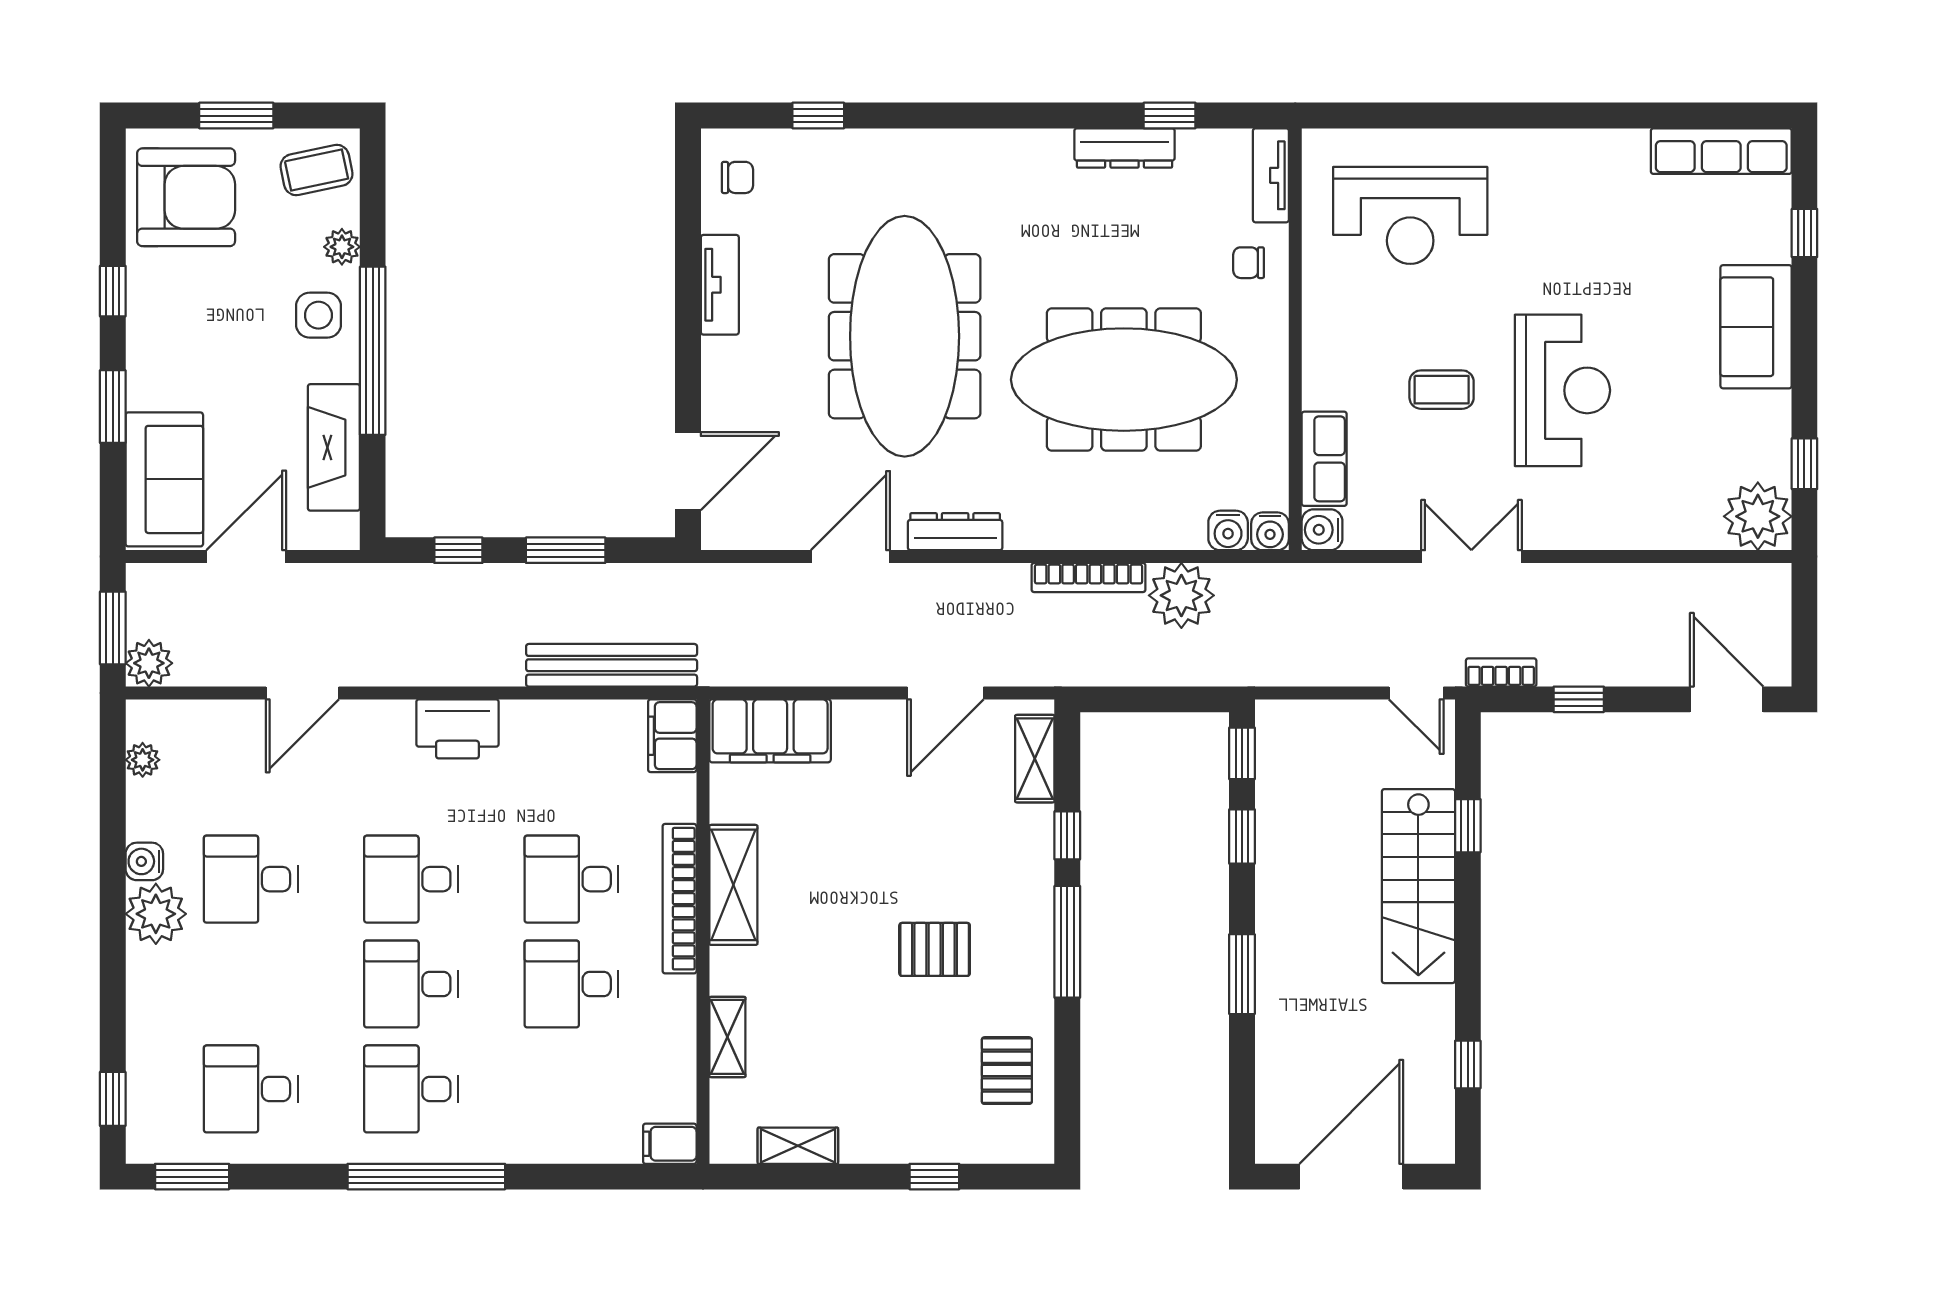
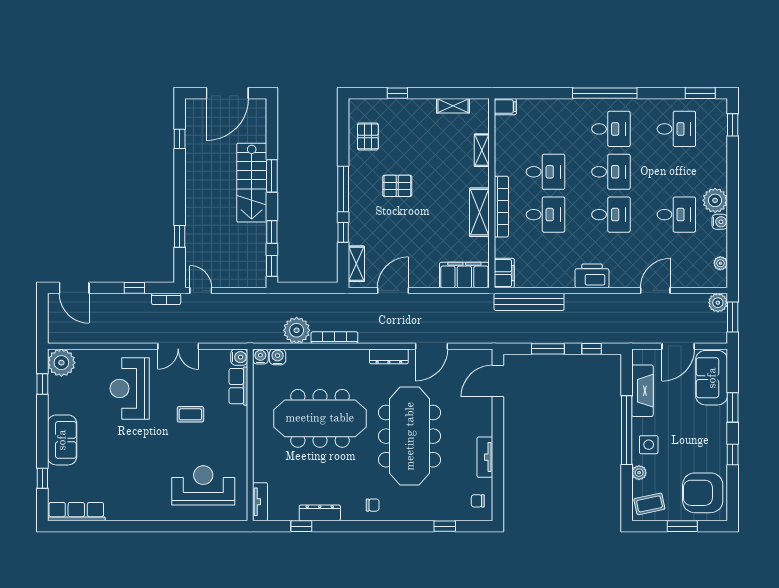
chair: (1249, 263) -> (373, 505), moved
reception desk: (1562, 390) -> (130, 388), moved
stairs: (1418, 886) -> (252, 183), moved, turned 180

